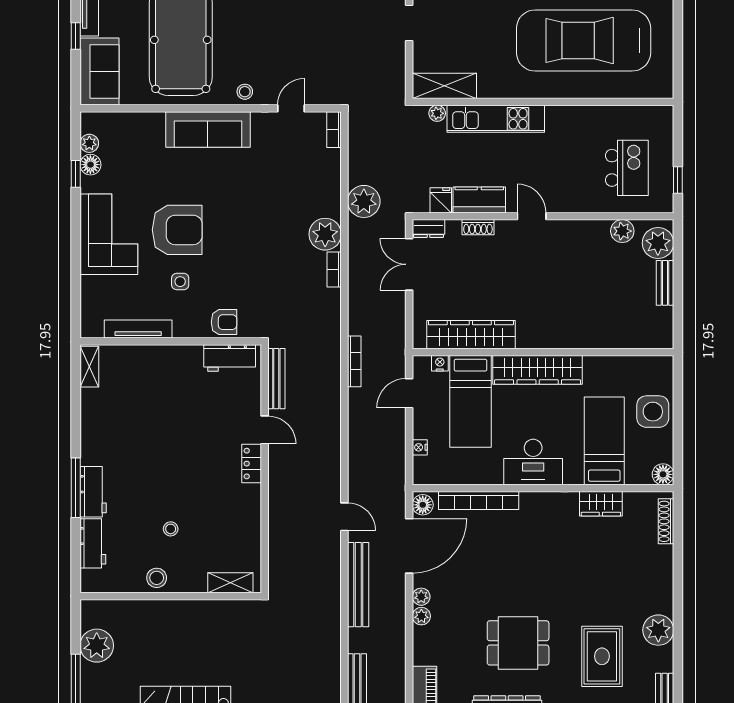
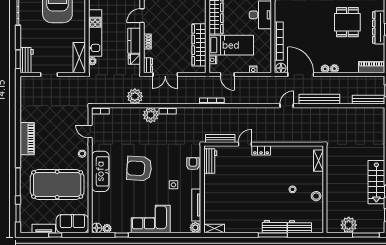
floor lamp: (90, 165) -> (97, 228), moved
armchair: (177, 230) -> (139, 168), moved, turned -87
plant: (91, 327) -> (195, 228), added

